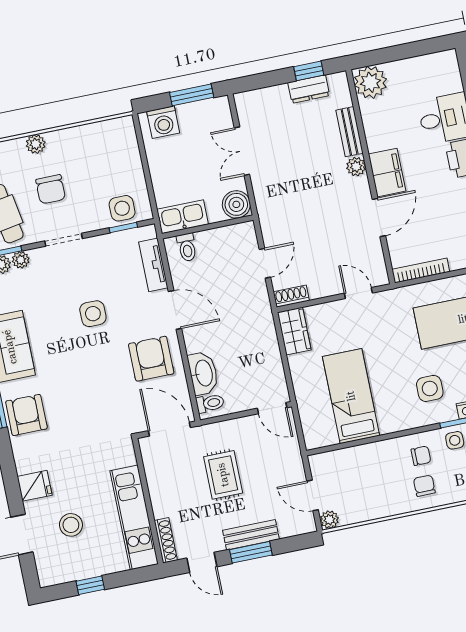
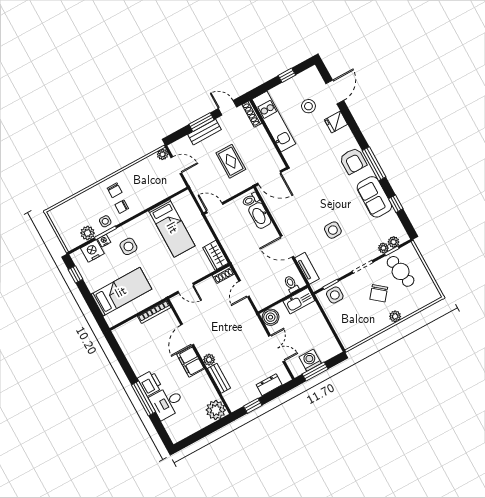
dresser: (309, 89) -> (269, 385), moved
washing machine: (163, 122) -> (310, 360), moved
chair: (51, 189) -> (379, 293), turned -141
armchair: (151, 359) -> (292, 215), removed

